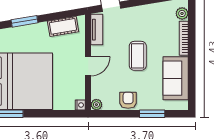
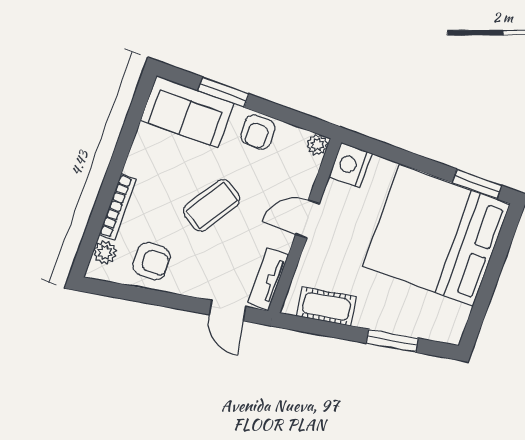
armchair: (157, 18) -> (152, 261), added
coffee table: (138, 56) -> (212, 205), turned 33
sofa: (176, 78) -> (187, 112), moved, turned 90
nightstand: (80, 105) -> (351, 165), width x1.89, depth x1.79

